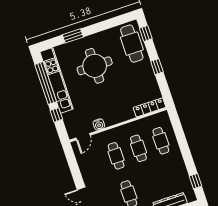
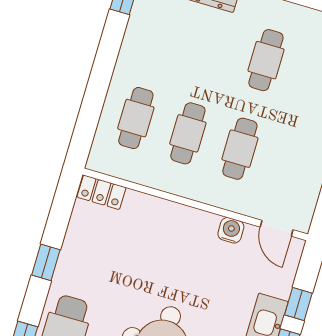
locker: (150, 107) -> (101, 192), width x0.66
door: (83, 137) -> (277, 228), swing flipped

